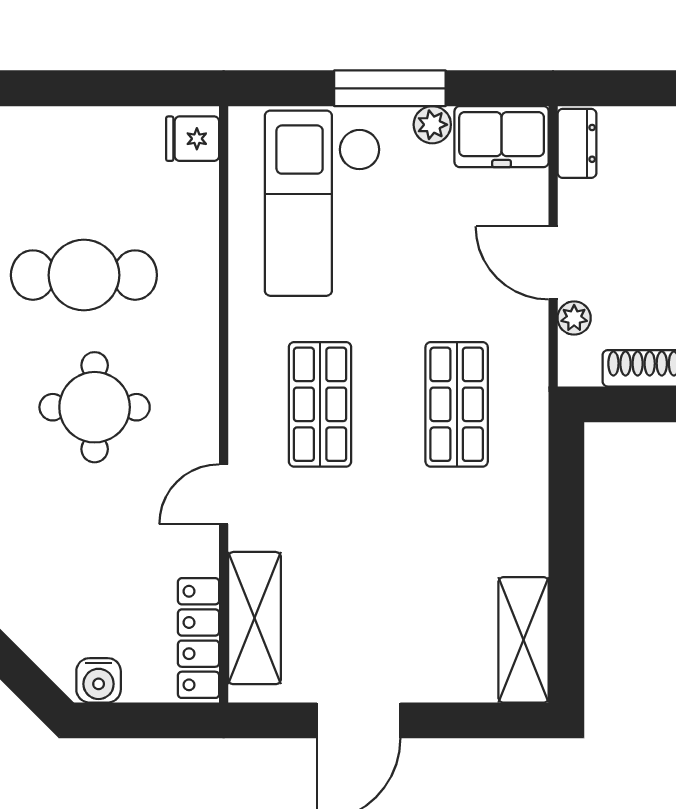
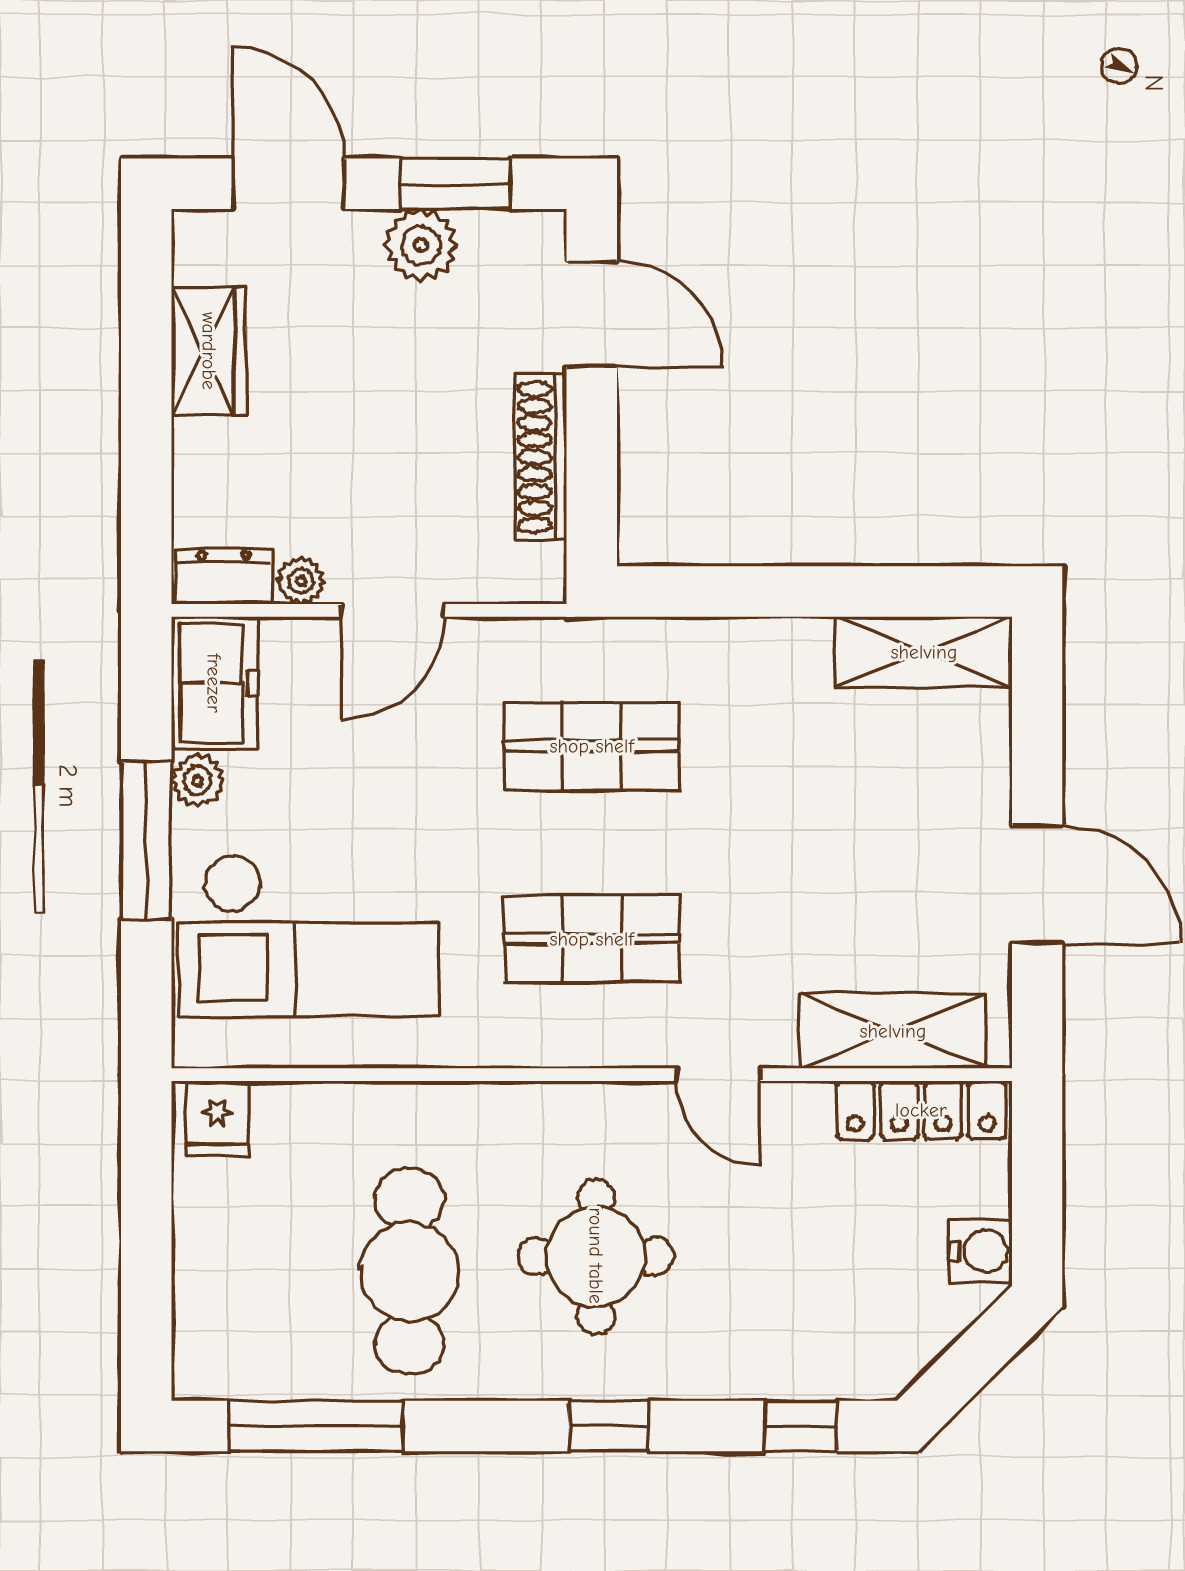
plant: (574, 318) -> (301, 581), moved

